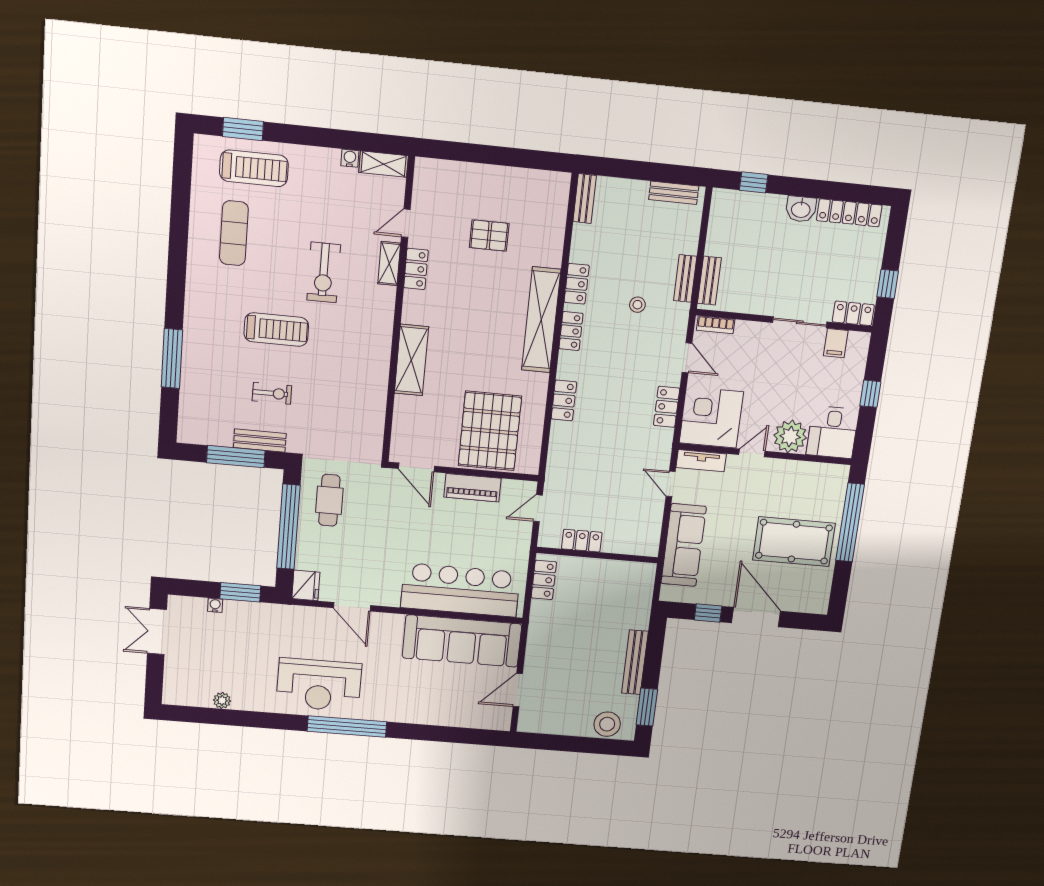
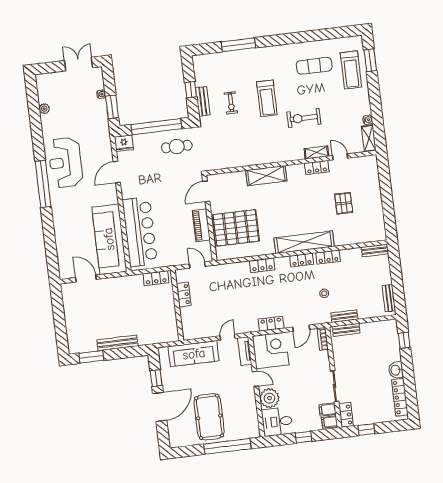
filing cabinet: (857, 344) -> (329, 422), added
window: (236, 457) -> (191, 90), width x0.46
stool: (607, 724) -> (76, 336), removed

